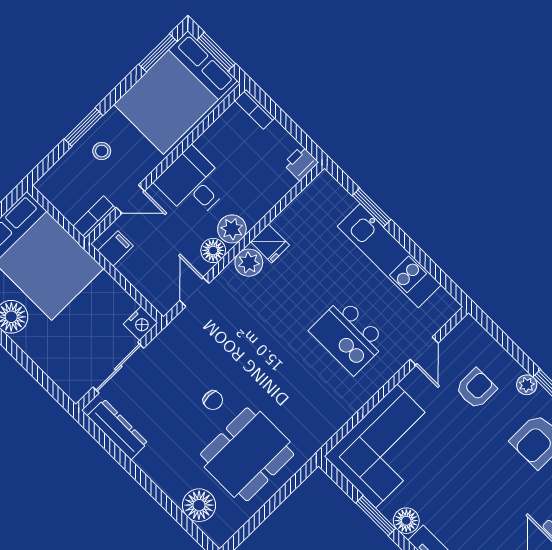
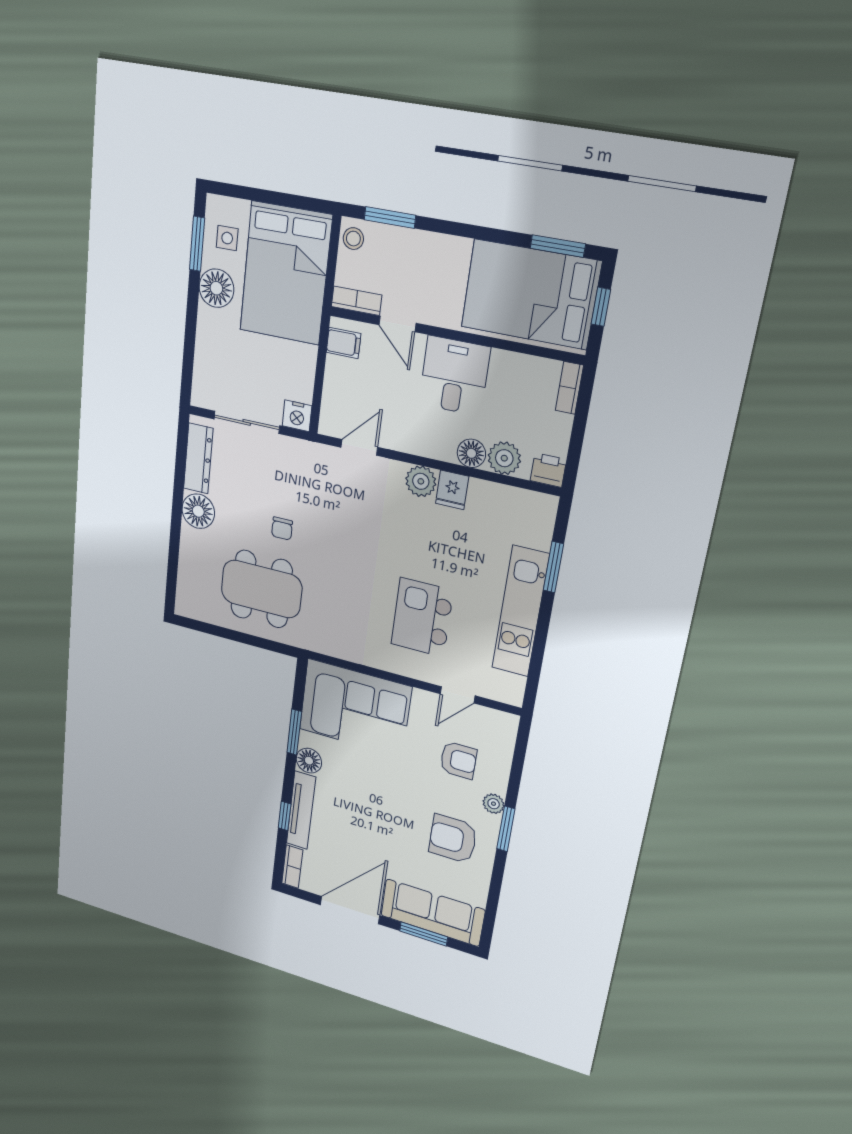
window: (216, 52) -> (601, 307), width x0.67
window: (83, 127) -> (390, 217), moved
stool: (102, 151) -> (353, 239), moved
plant: (232, 229) -> (504, 458), moved
floor lamp: (213, 250) -> (471, 453), moved
floor lamp: (199, 505) -> (198, 511), moved

